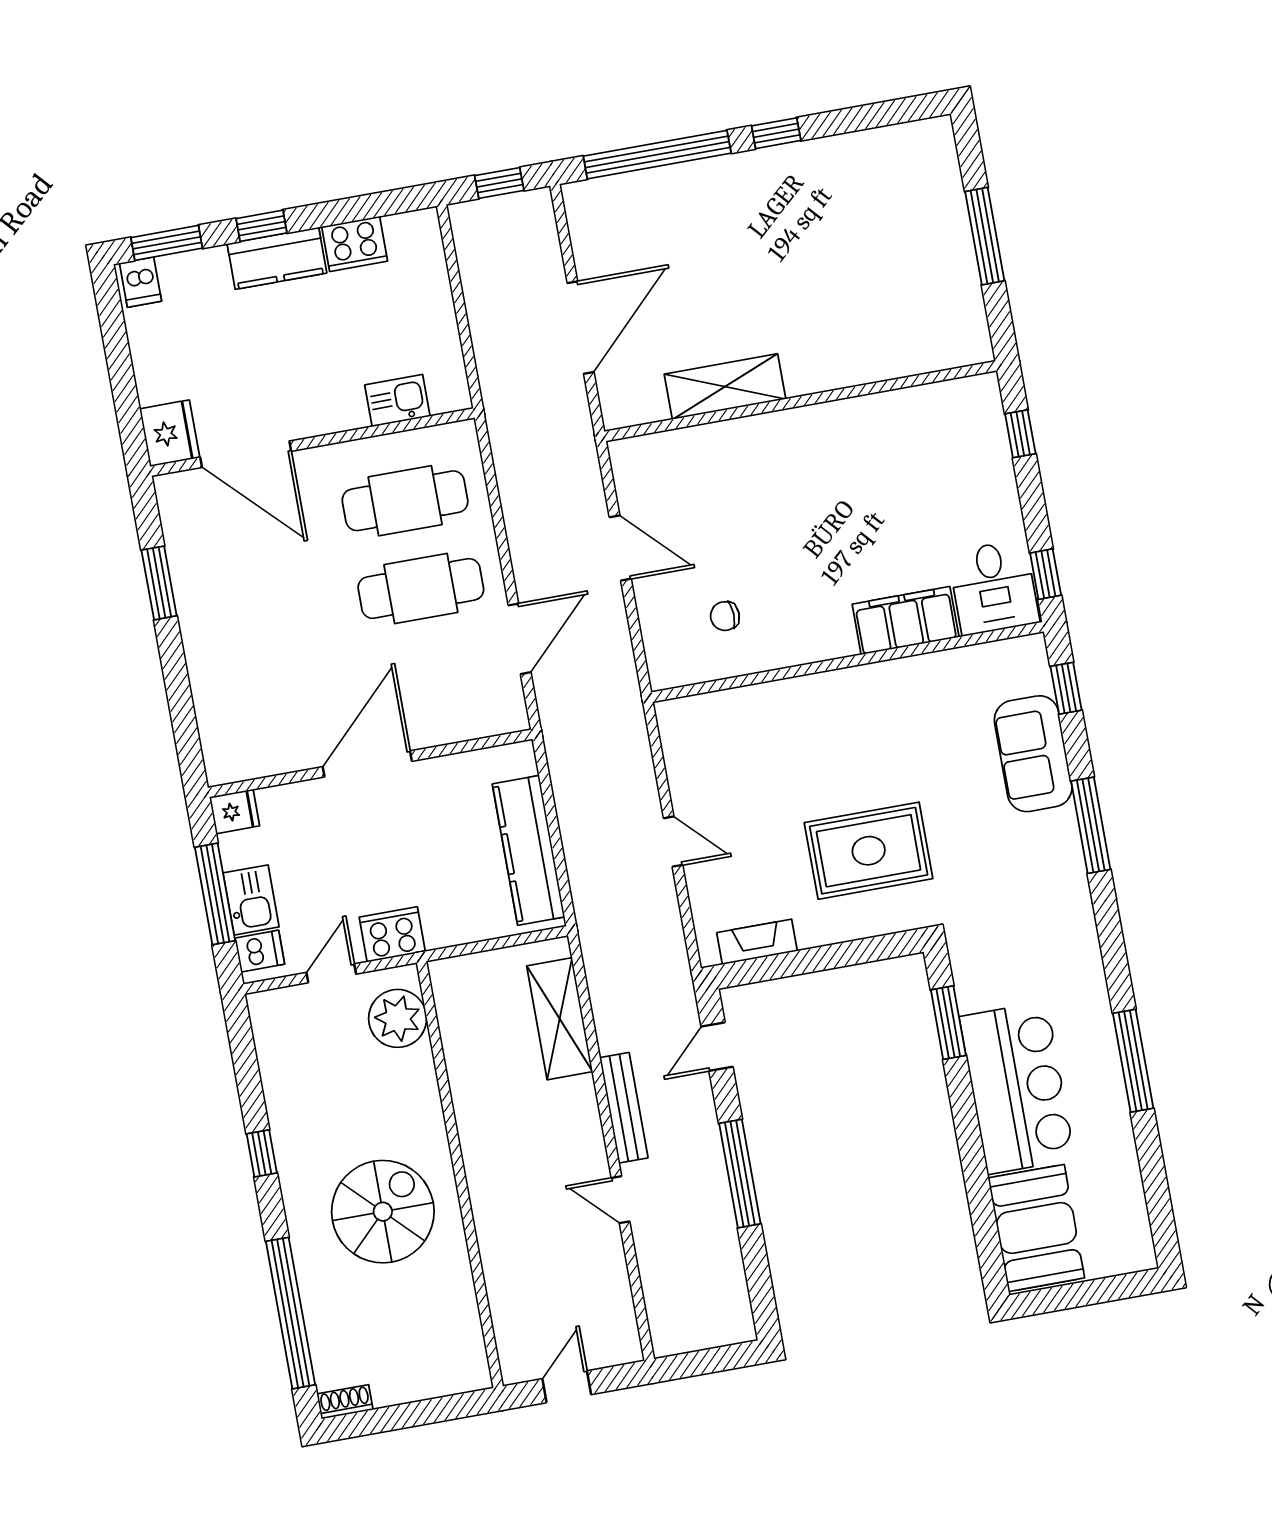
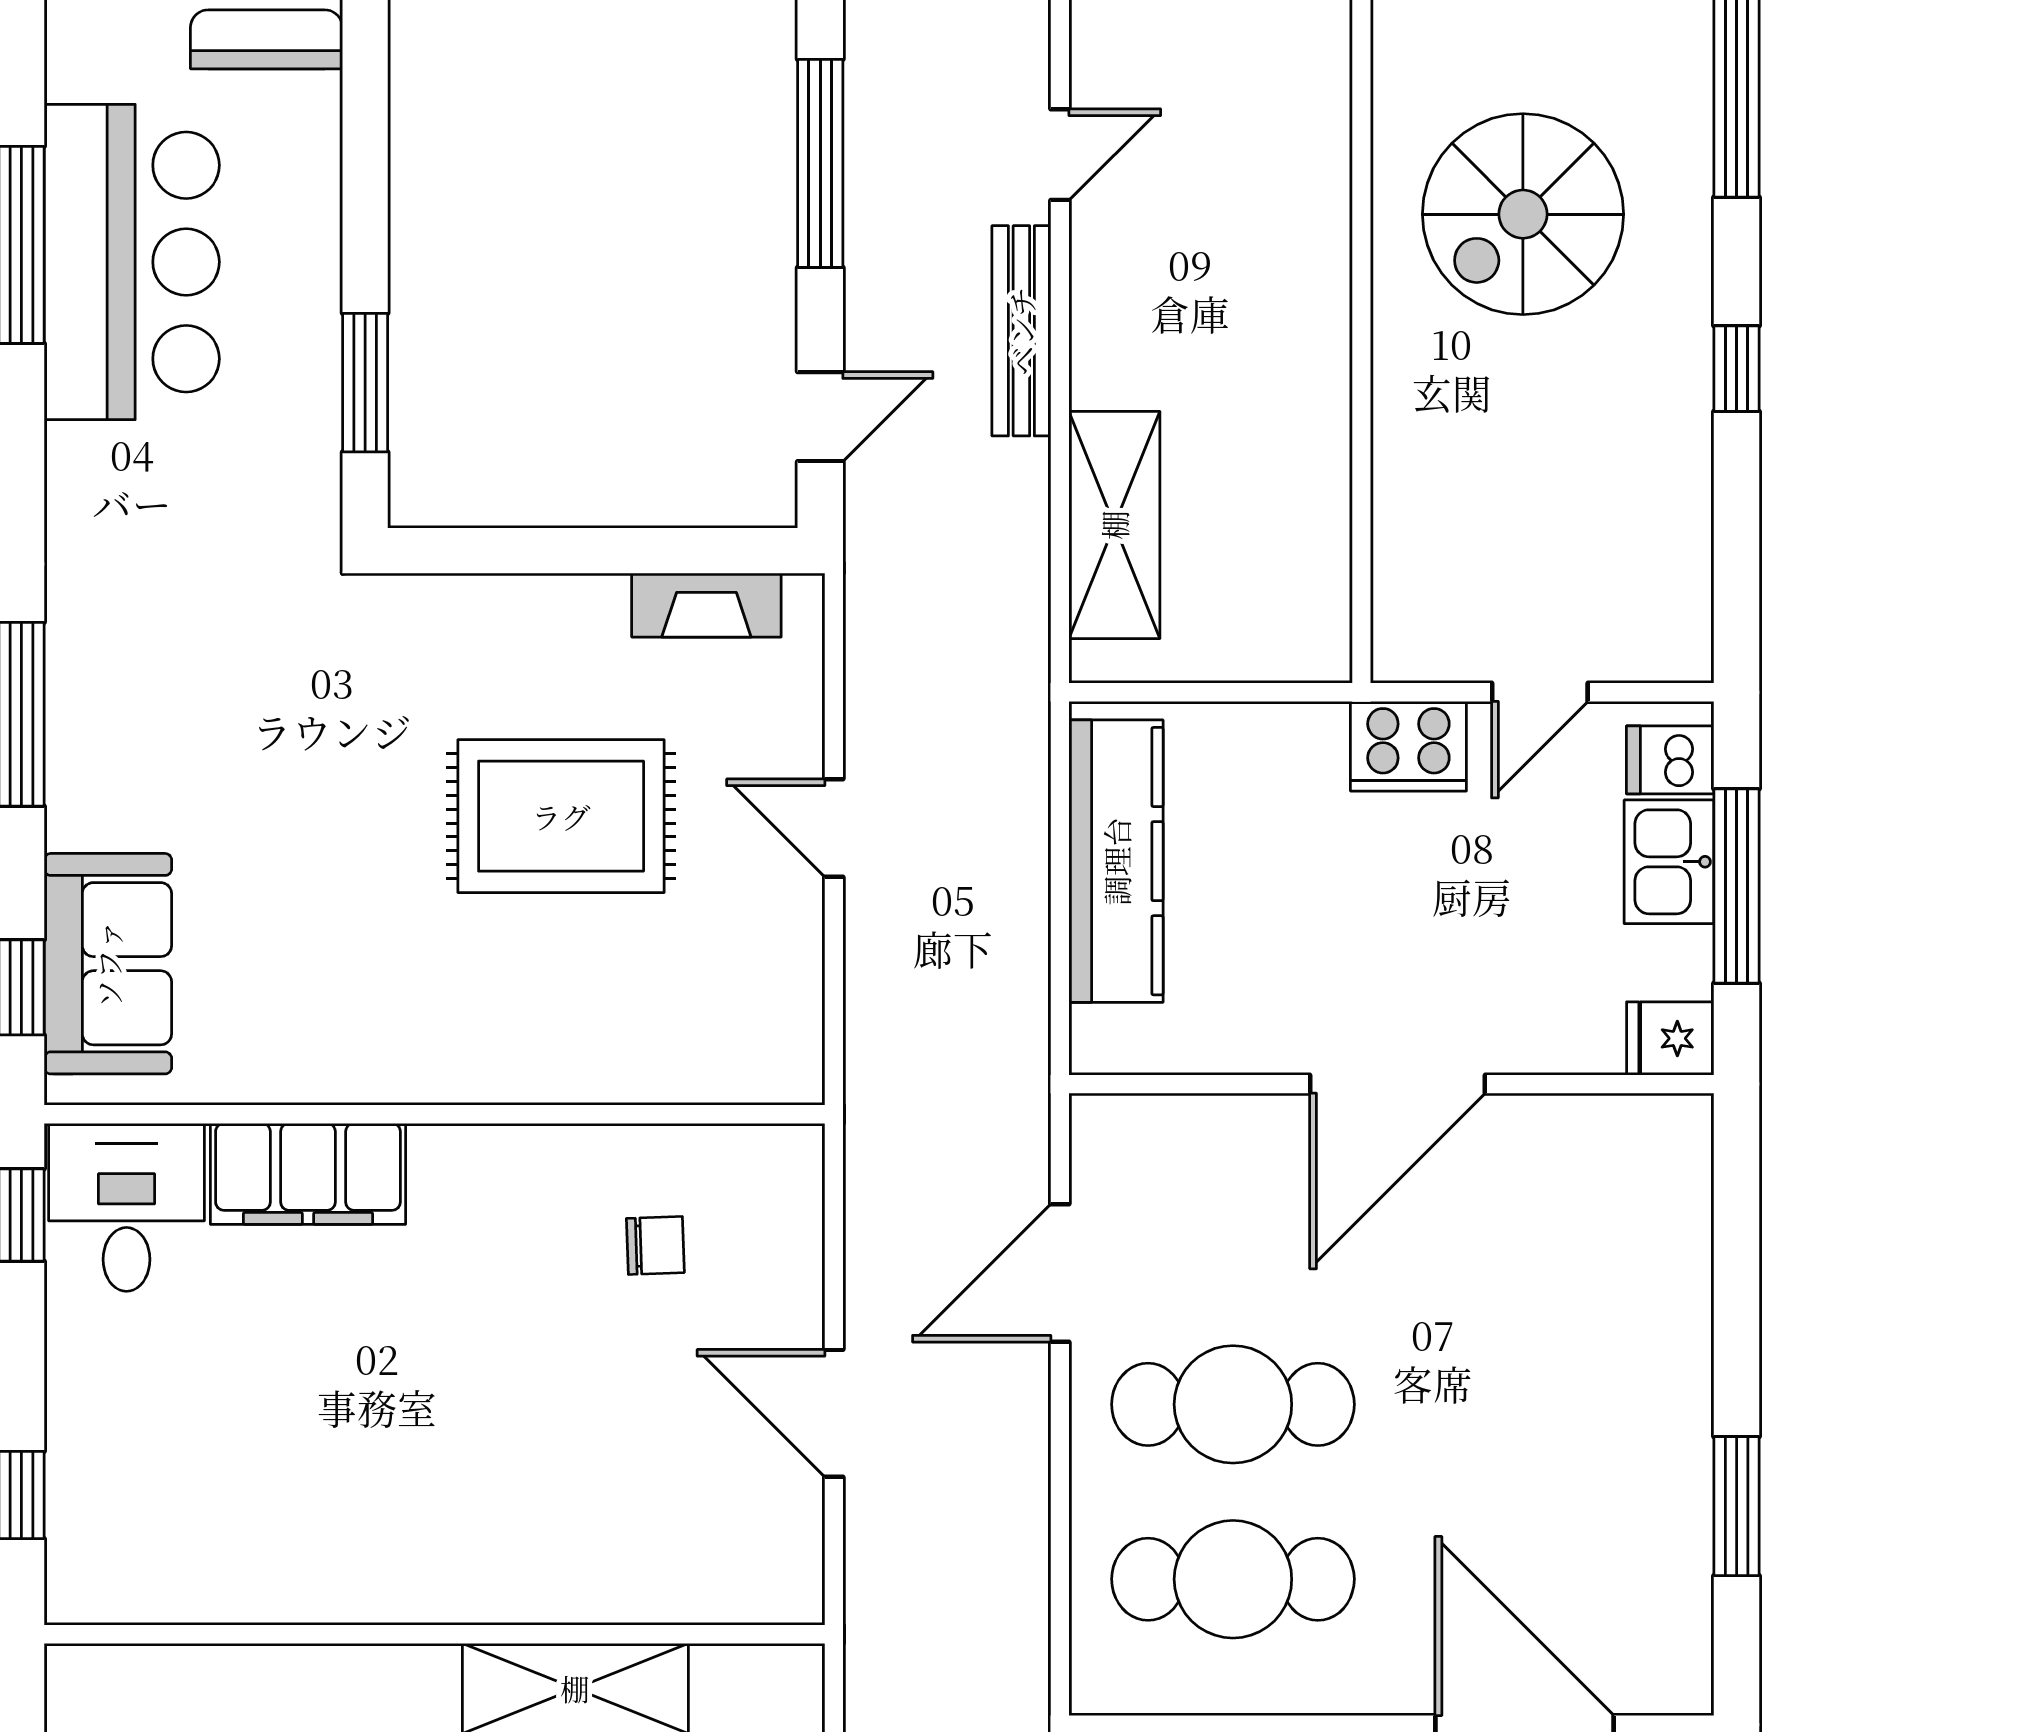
sofa: (1033, 754) -> (108, 964), moved
rug: (869, 851) -> (561, 816), moved
plant: (398, 1018) -> (1427, 582), removed
bar counter: (1017, 1088) -> (132, 262), moved, turned 180
door: (620, 1200) -> (1060, 155), hinge flipped

